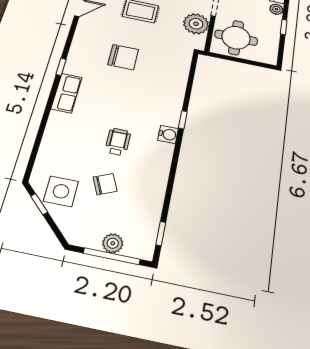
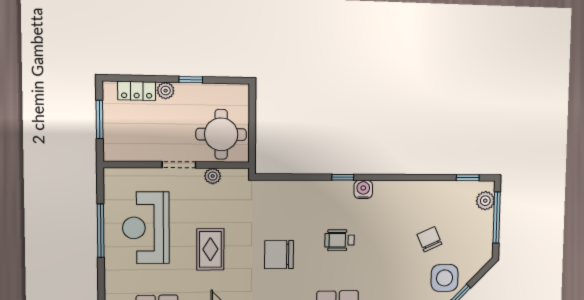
plant: (196, 24) -> (213, 176), width x0.53, depth x0.53
chair: (123, 57) -> (279, 255), turned -90
wheelchair: (118, 142) -> (340, 240), moved
plant: (113, 243) -> (485, 201), moved

